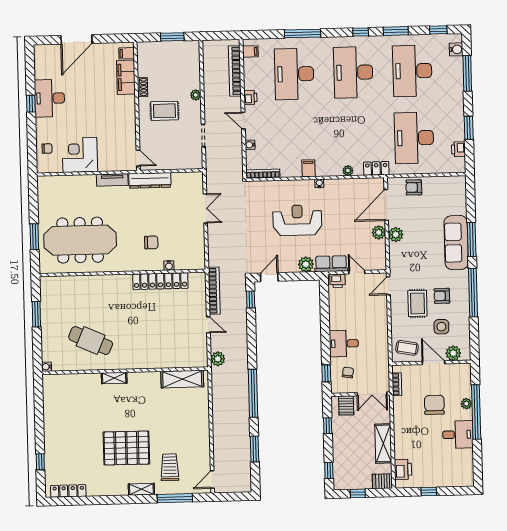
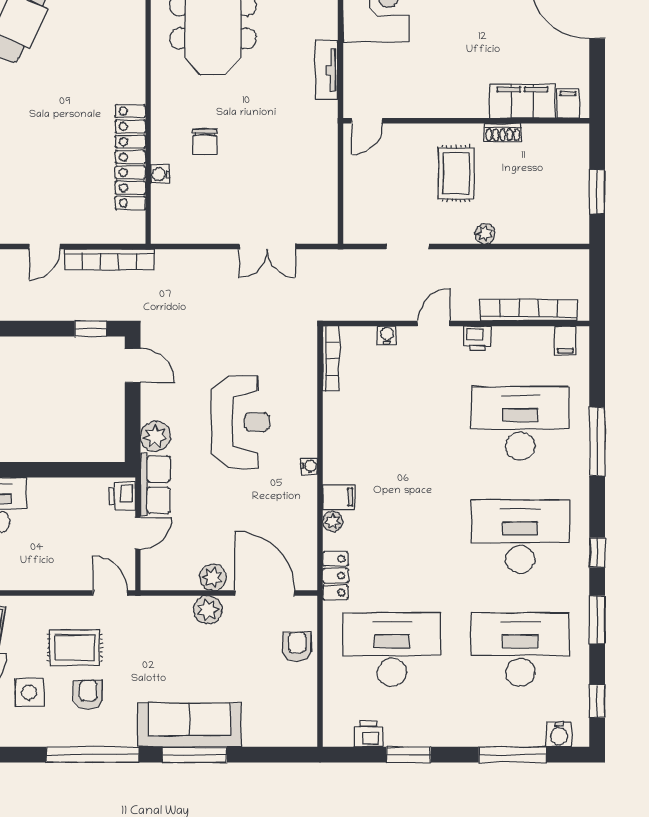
filing cabinet: (308, 168) -> (339, 497), moved
dresser: (150, 180) -> (324, 142), removed

